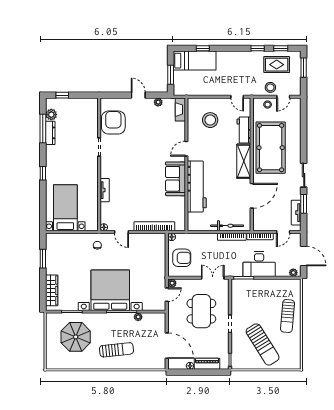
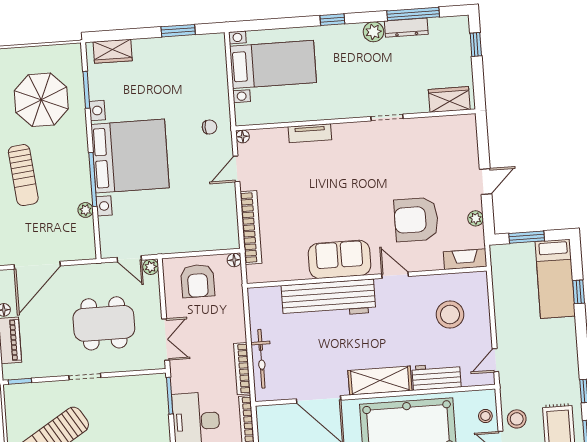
wardrobe: (92, 112) -> (449, 99), added
plant: (51, 115) -> (373, 32), moved
armchair: (113, 123) -> (416, 220), moved, turned 180
wardrobe: (52, 290) -> (113, 51), width x0.67

